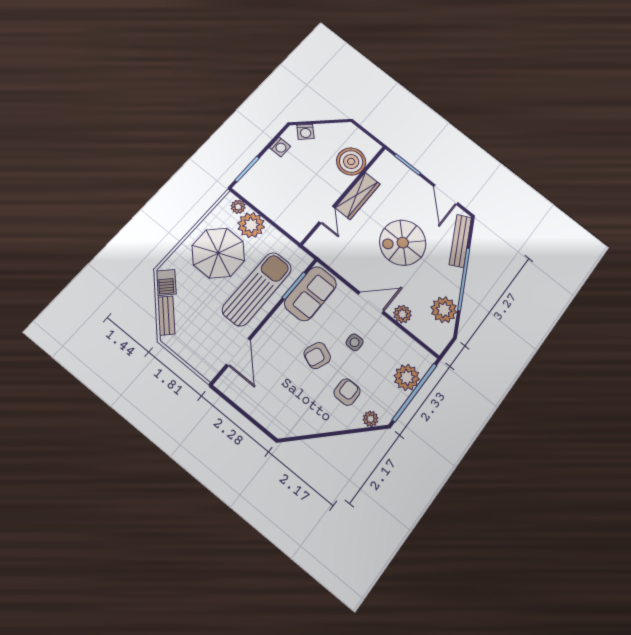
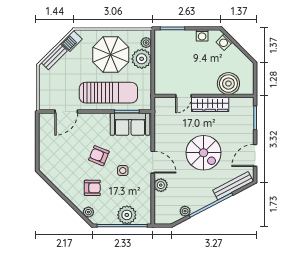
spiral stairs: (403, 243) -> (204, 153), turned 180
plant: (444, 310) -> (185, 211), width x0.53, depth x0.53

